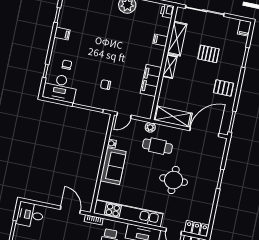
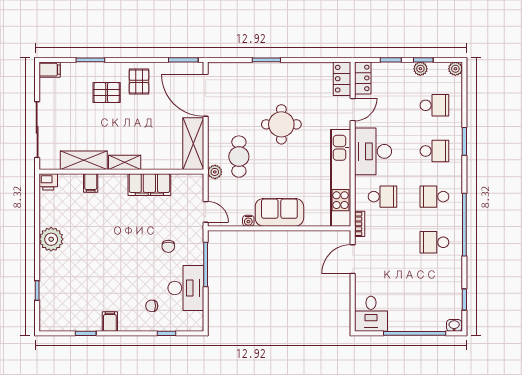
pallet: (208, 54) -> (107, 93), moved, turned 90
desk: (60, 88) -> (186, 288), moved

